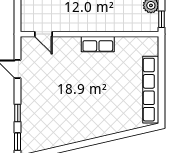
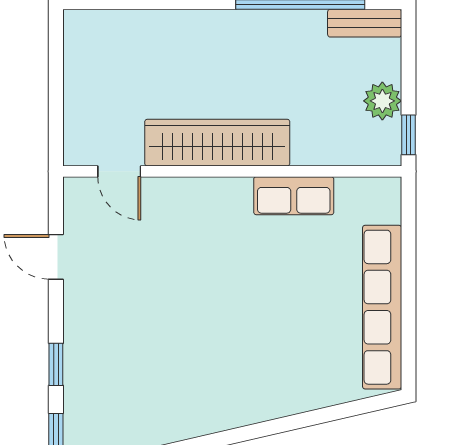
wardrobe: (83, 22) -> (217, 143), added
row of seats: (98, 44) -> (294, 196), moved

